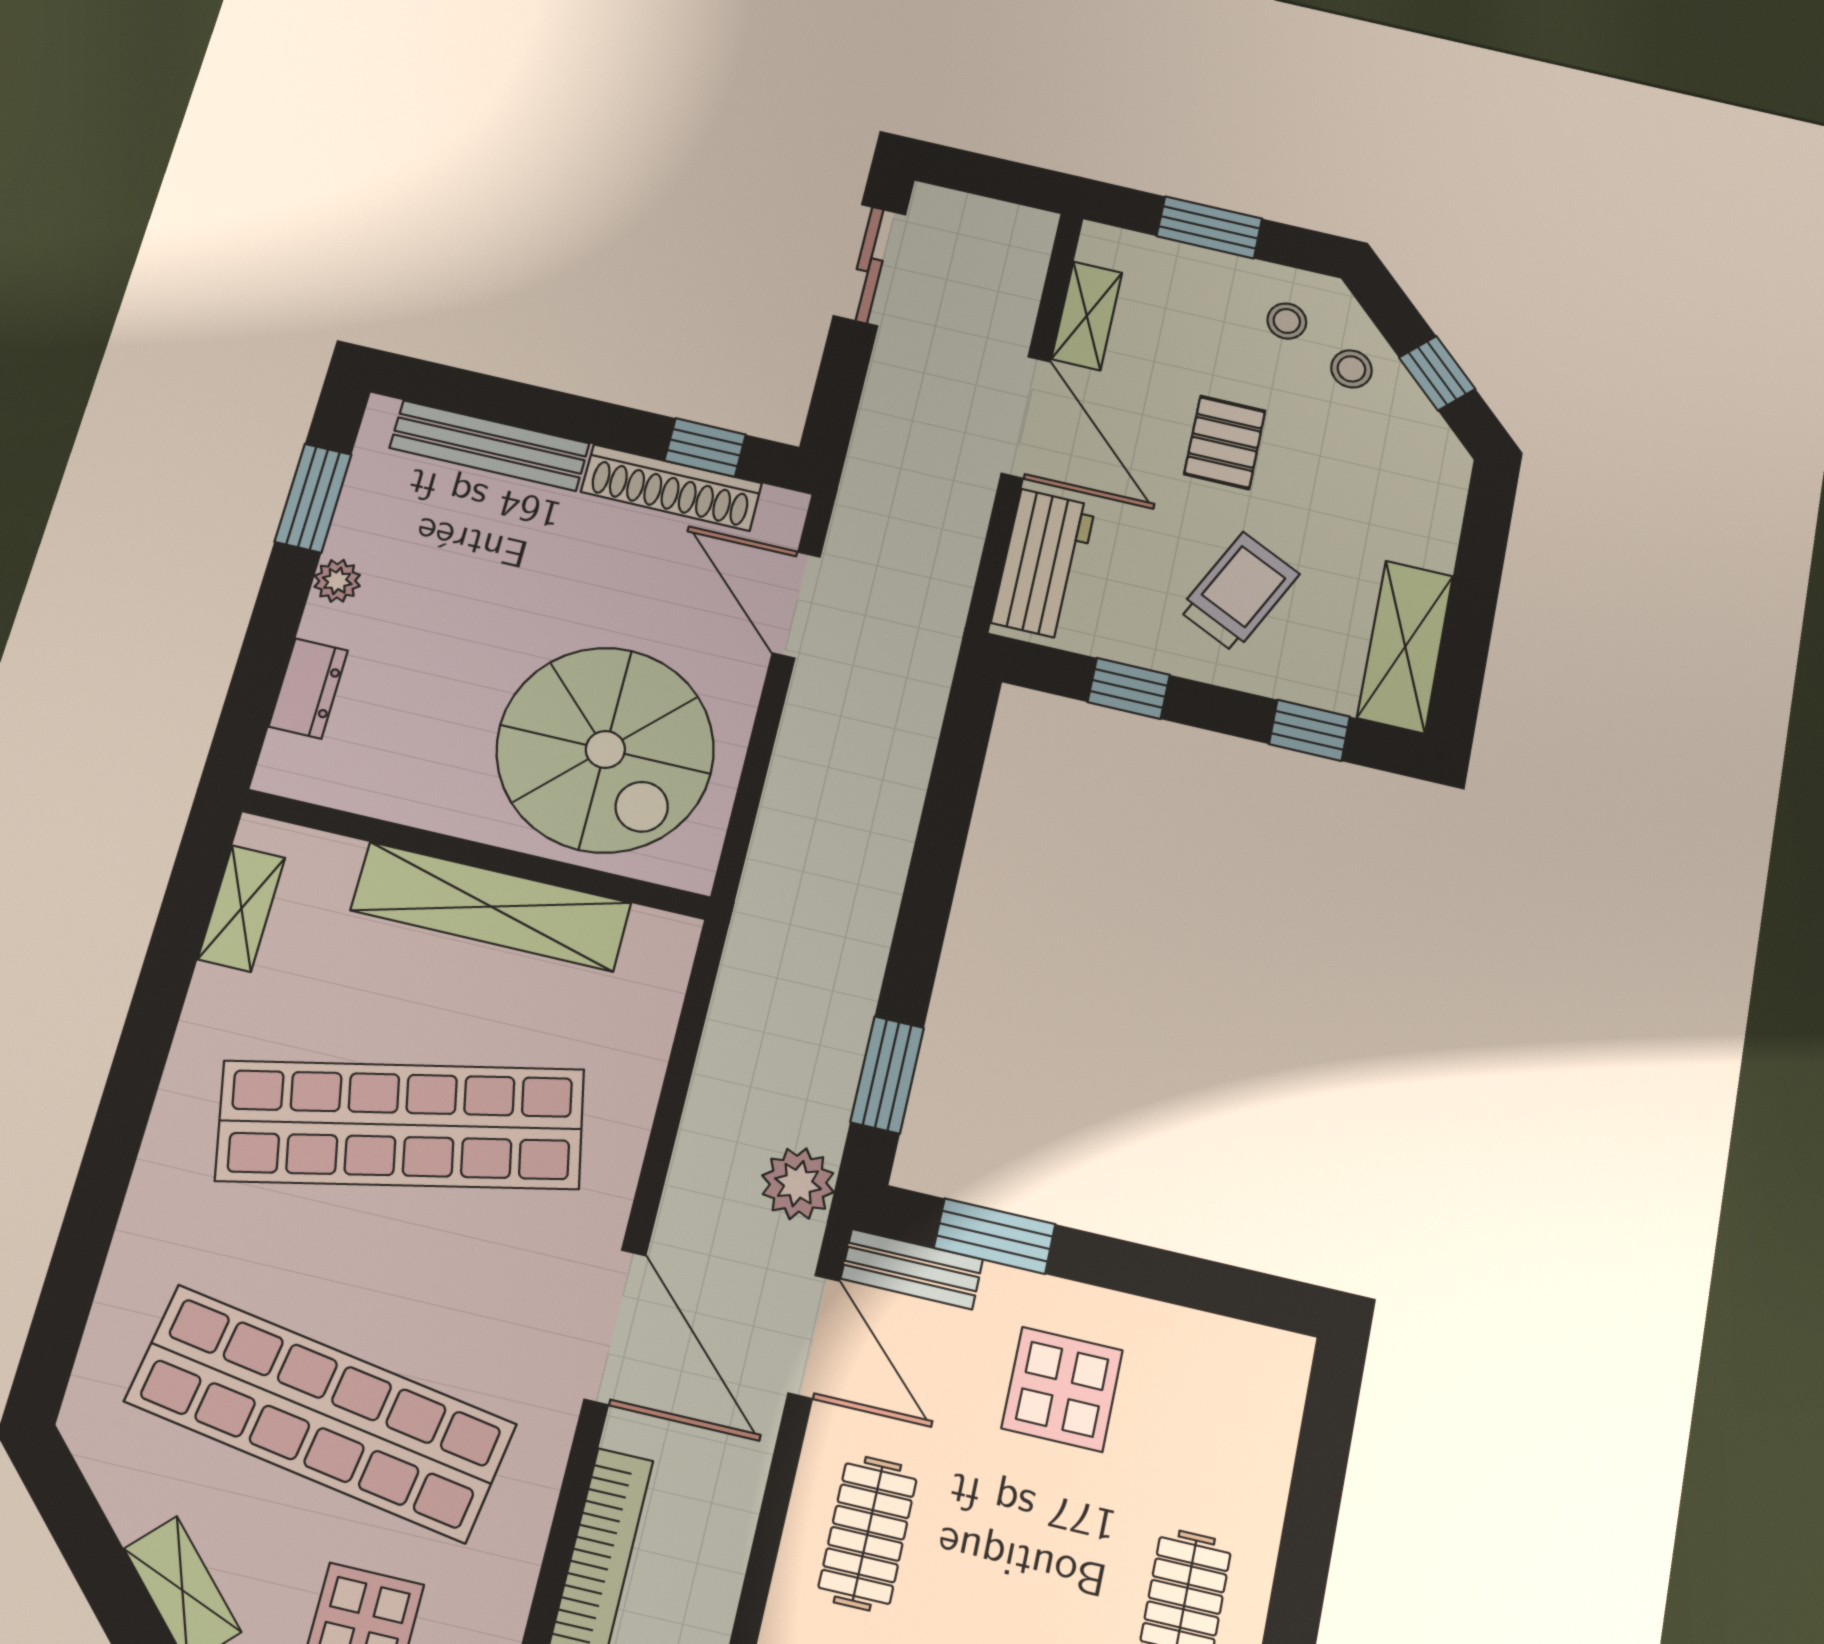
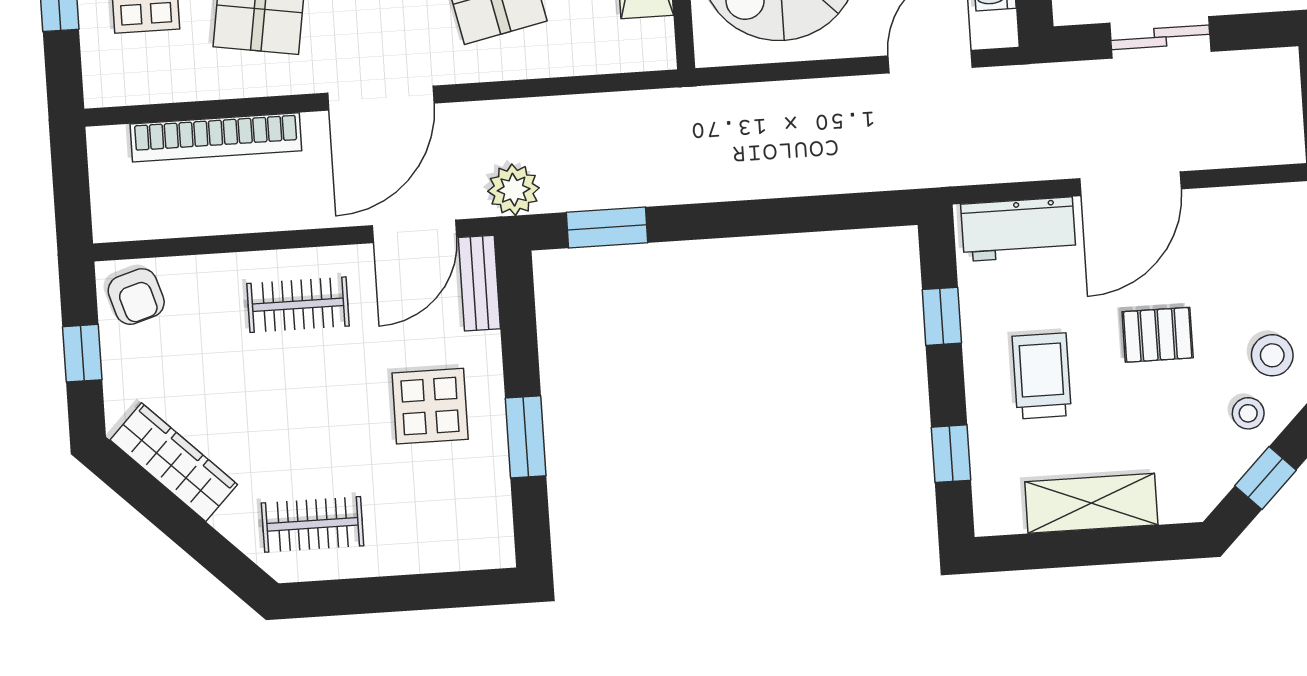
sliding door: (870, 265) -> (1160, 37), moved
shelving: (1087, 316) -> (1228, 206), removed
stool: (1287, 321) -> (1272, 355), width x1.37, depth x1.37
trolley: (1239, 592) -> (1042, 376), turned -116
shelving: (1405, 647) -> (1091, 503), moved
window: (995, 1236) -> (526, 437), moved

